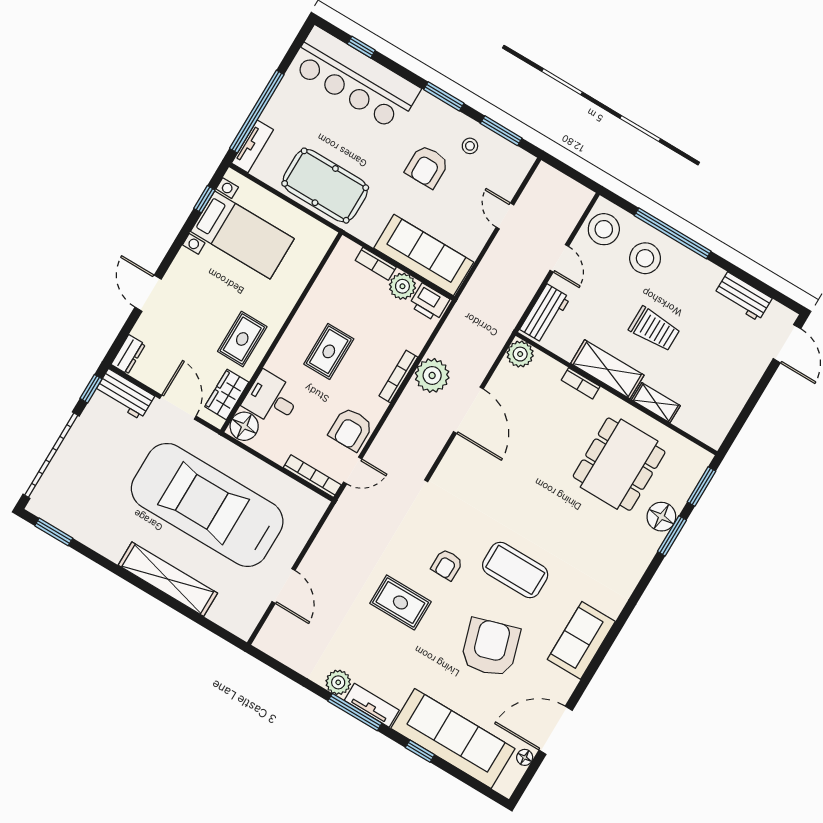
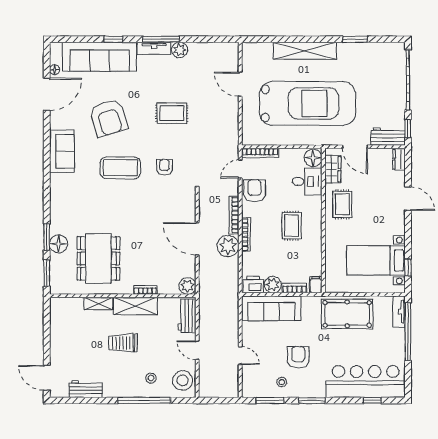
filing cabinet: (344, 251) -> (316, 285), added
stool: (645, 258) -> (151, 378), width x0.53, depth x0.53
bookcase: (399, 413) -> (234, 215), added
window: (54, 532) -> (355, 39), moved
armchair: (447, 565) -> (164, 167), moved

